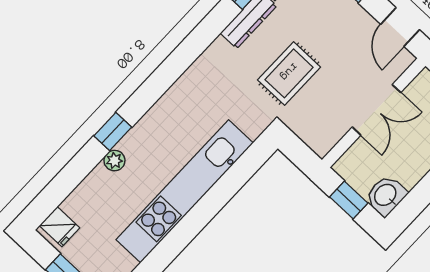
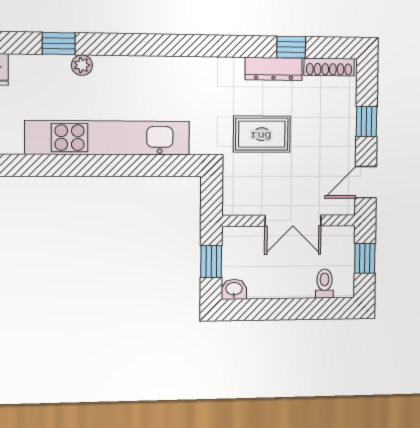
window: (113, 131) -> (59, 44), moved
washbasin: (386, 195) -> (234, 289), width x0.72, depth x0.69

